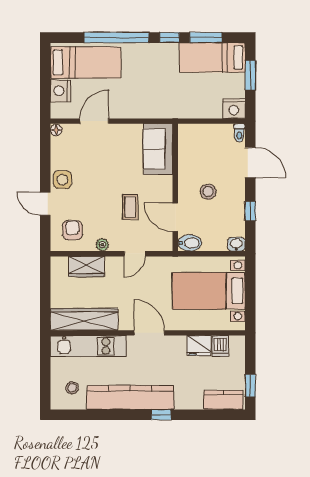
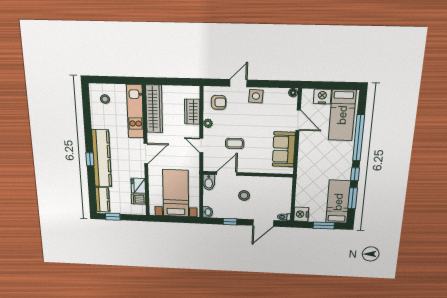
sofa: (158, 149) -> (284, 149), moved, turned -90
kitchen counter: (130, 397) -> (102, 159), moved

